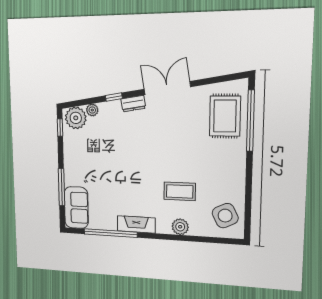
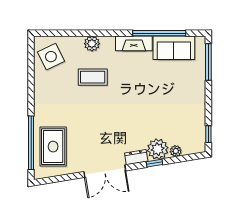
plant: (76, 118) -> (158, 149), moved
window: (62, 187) -> (208, 62), moved
sofa: (76, 208) -> (174, 48), moved, turned -90

